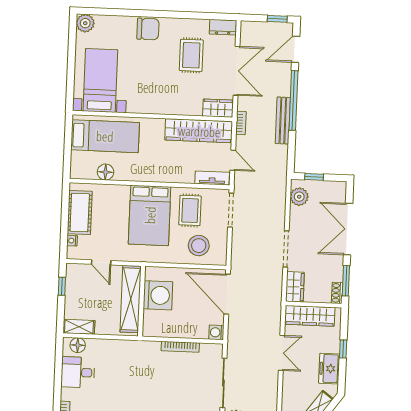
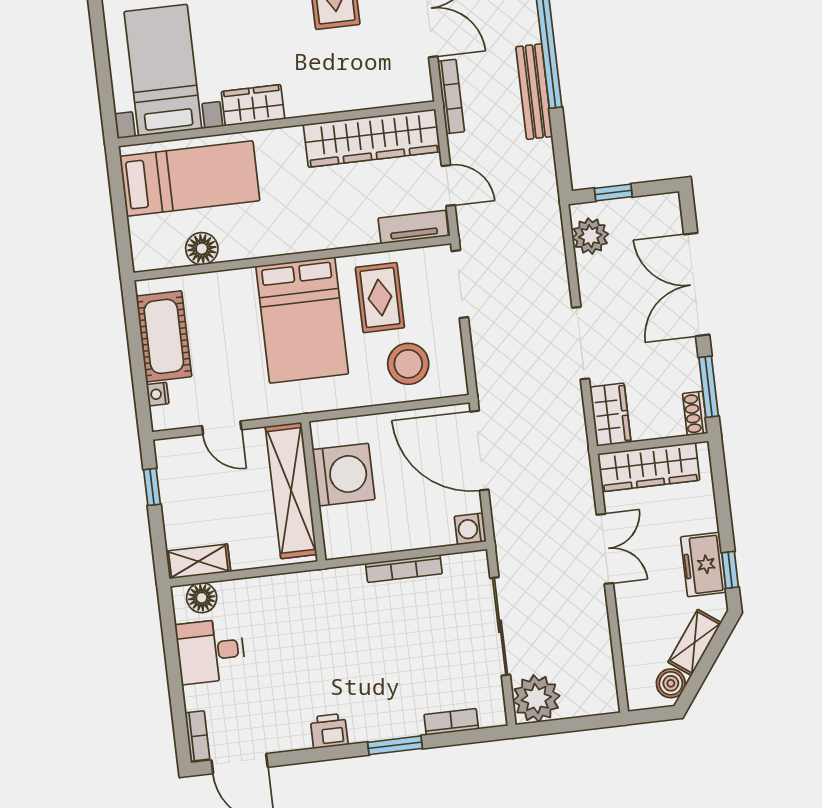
wardrobe: (218, 108) -> (253, 105), moved
bookcase: (241, 123) -> (451, 97), width x1.56
window: (343, 349) -> (730, 570), moved

